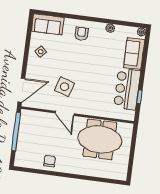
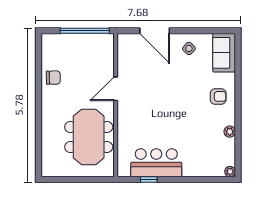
sofa: (134, 54) -> (202, 166), removed
side table: (64, 87) -> (149, 84), removed
door: (21, 90) -> (155, 31), moved

